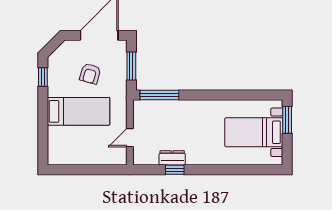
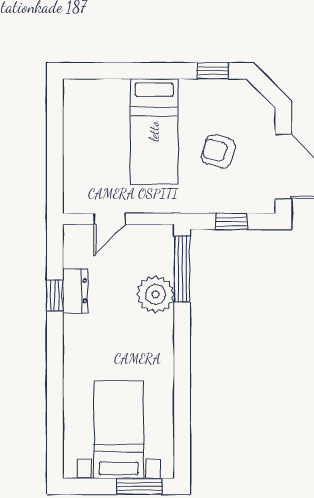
window: (131, 66) -> (231, 221), width x0.67
plant: (174, 111) -> (155, 294), added
door: (130, 138) -> (110, 219), swing flipped

